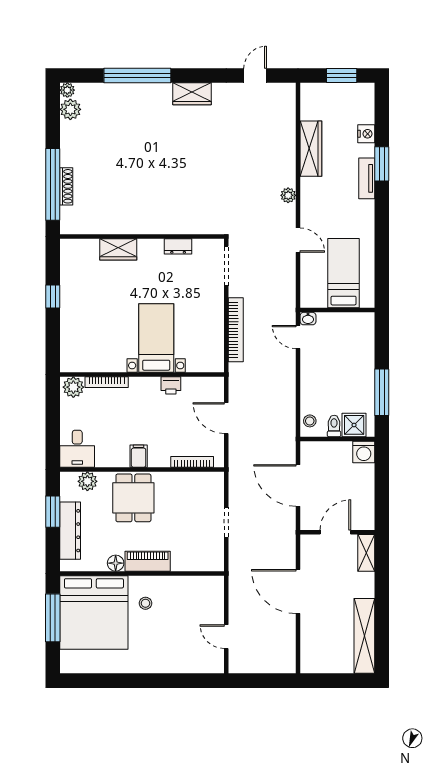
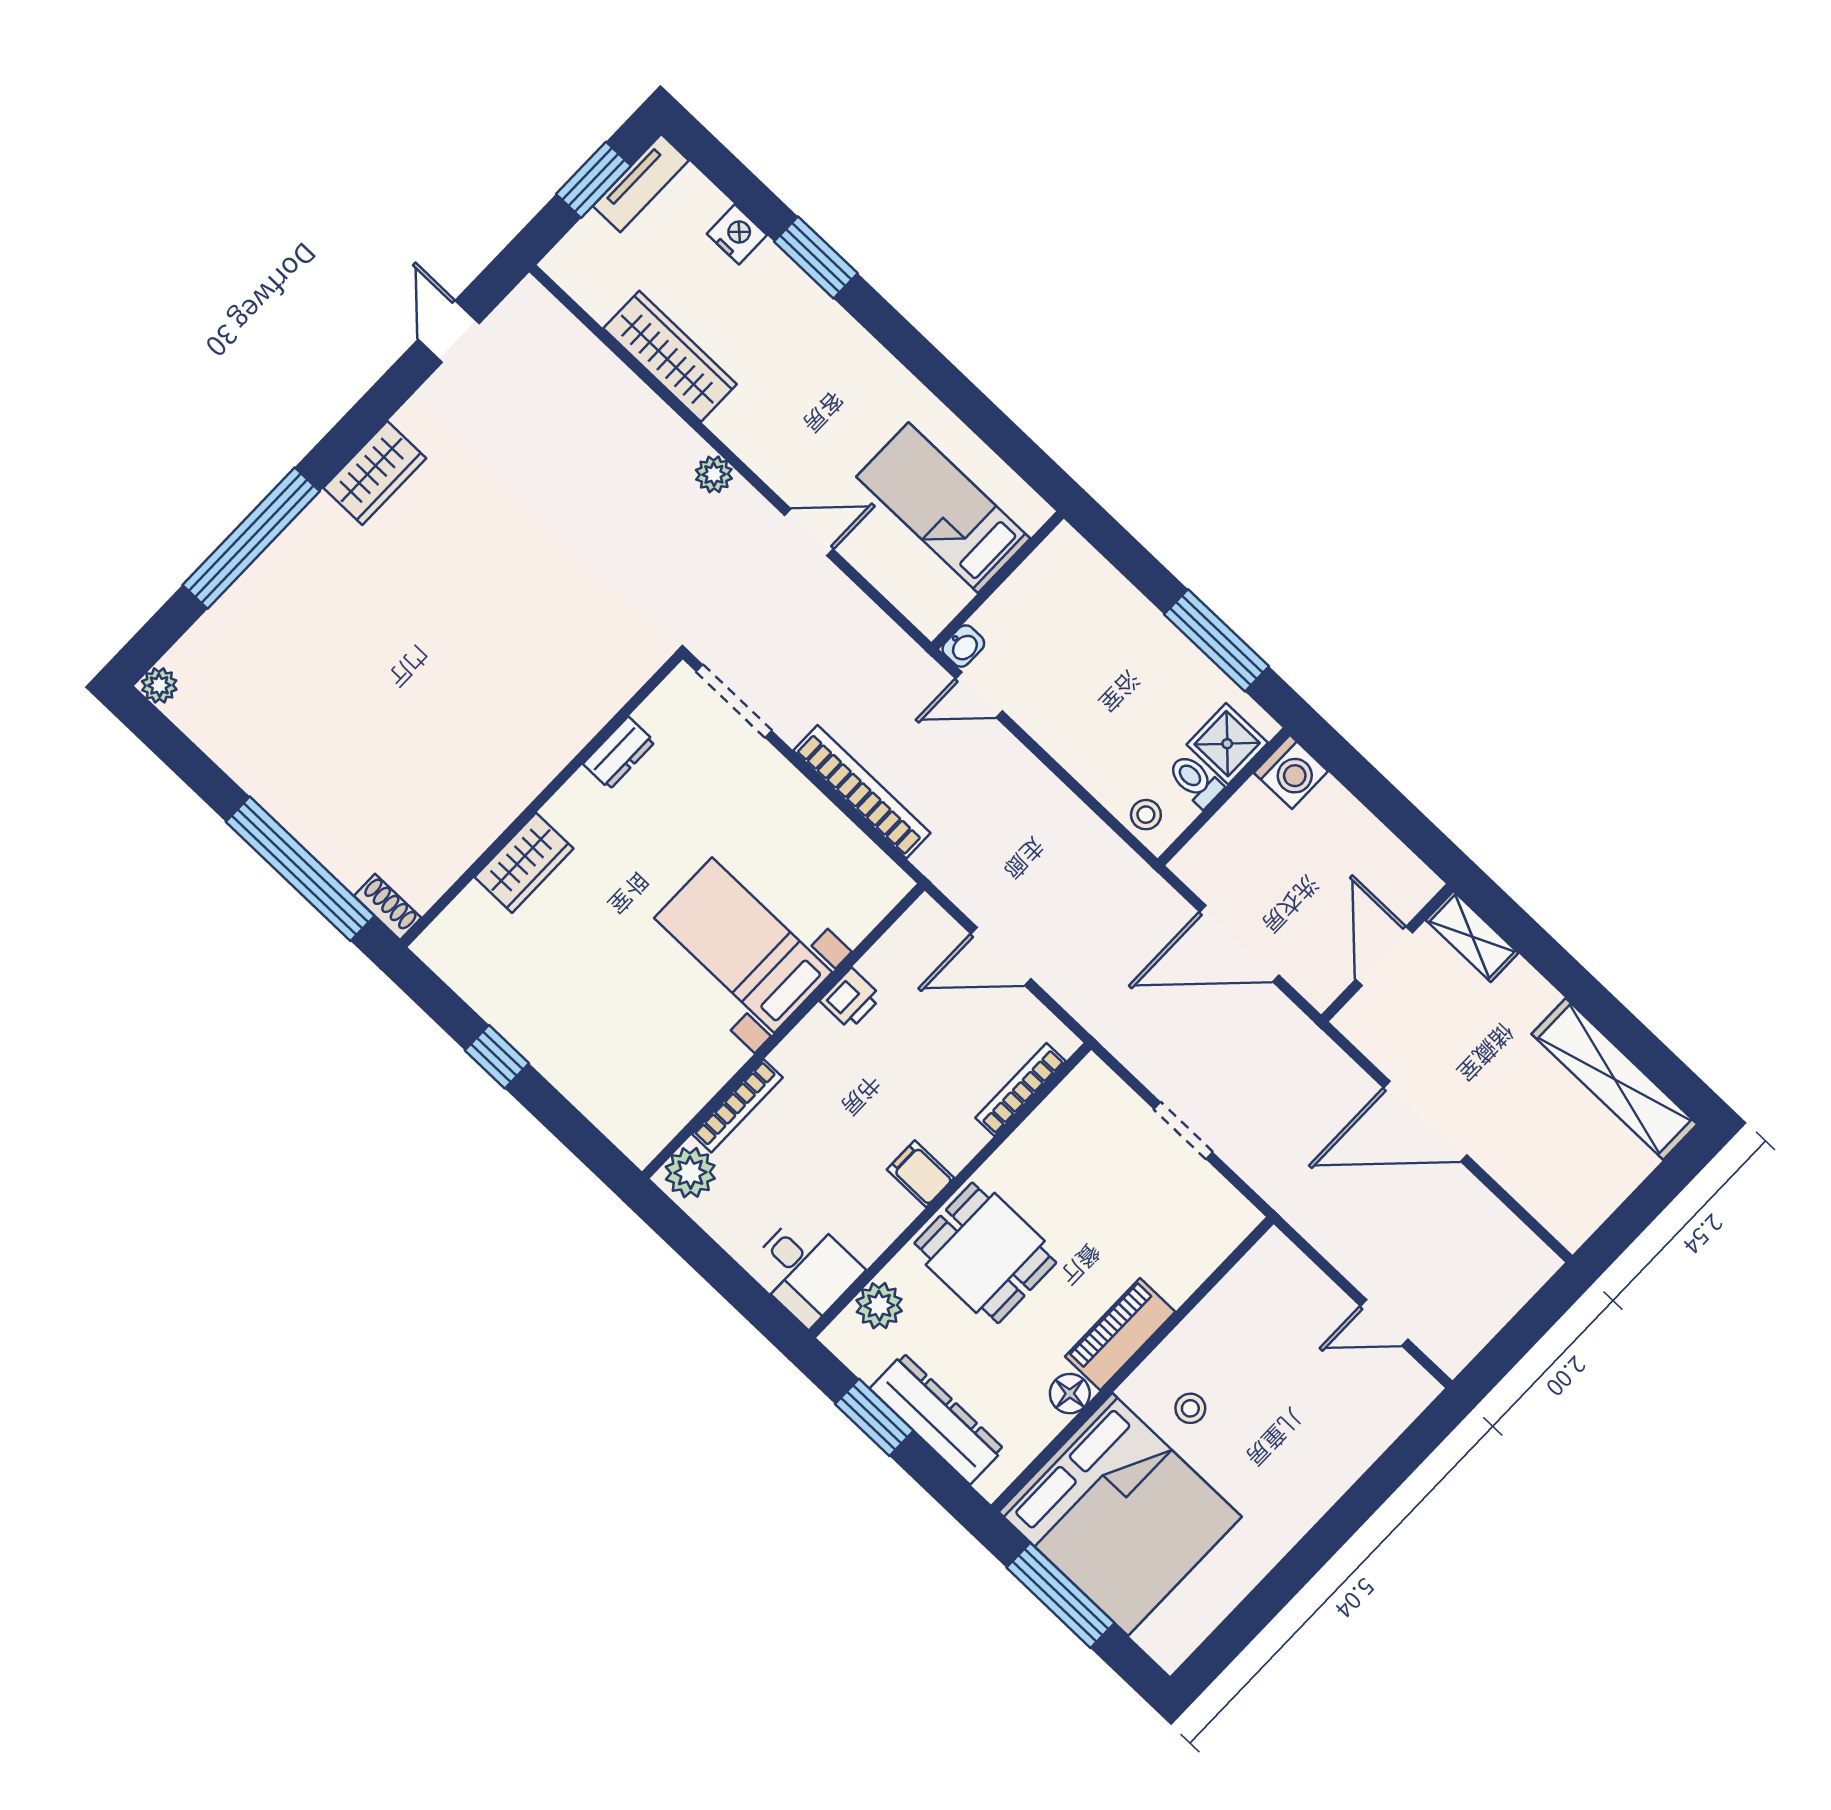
plant: (70, 109) -> (198, 712), removed
tv unit: (367, 178) -> (641, 183), moved, turned -90
shoe rack: (66, 186) -> (388, 907), moved, width x0.70

